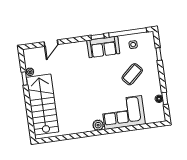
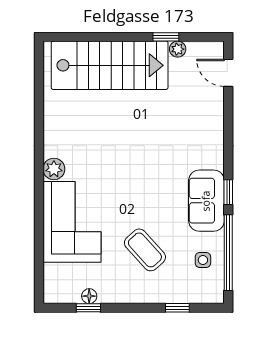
door: (51, 43) -> (228, 73), moved

